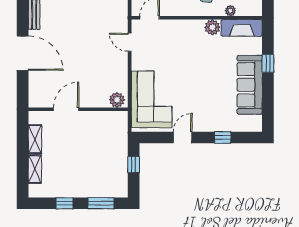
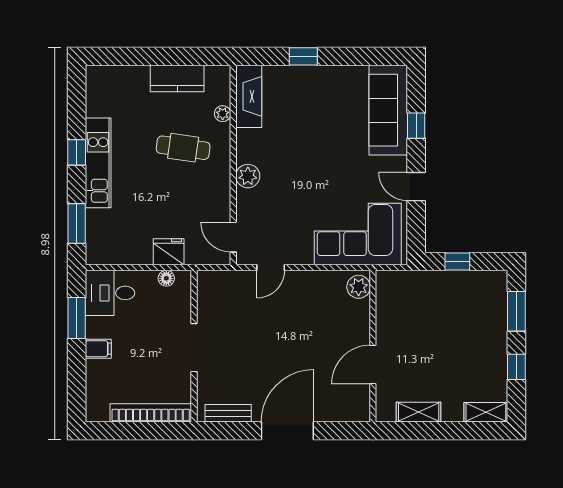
plant: (212, 27) -> (248, 176), moved
sofa: (250, 85) -> (388, 110), moved, turned 90
door: (66, 109) -> (373, 364), hinge flipped
shelving: (35, 169) -> (486, 412), moved

